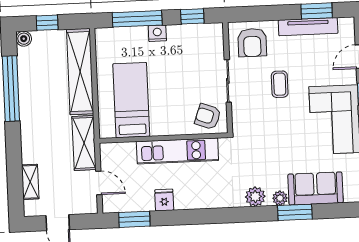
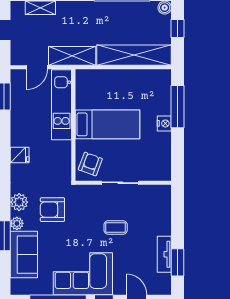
window: (192, 16) -> (178, 154), removed
tv unit: (308, 27) -> (164, 254), width x0.71
armchair: (252, 43) -> (52, 210), moved
bed: (131, 100) -> (107, 124), moved
kitchen unit: (177, 151) -> (62, 105), moved
fridge: (164, 200) -> (20, 155), moved

